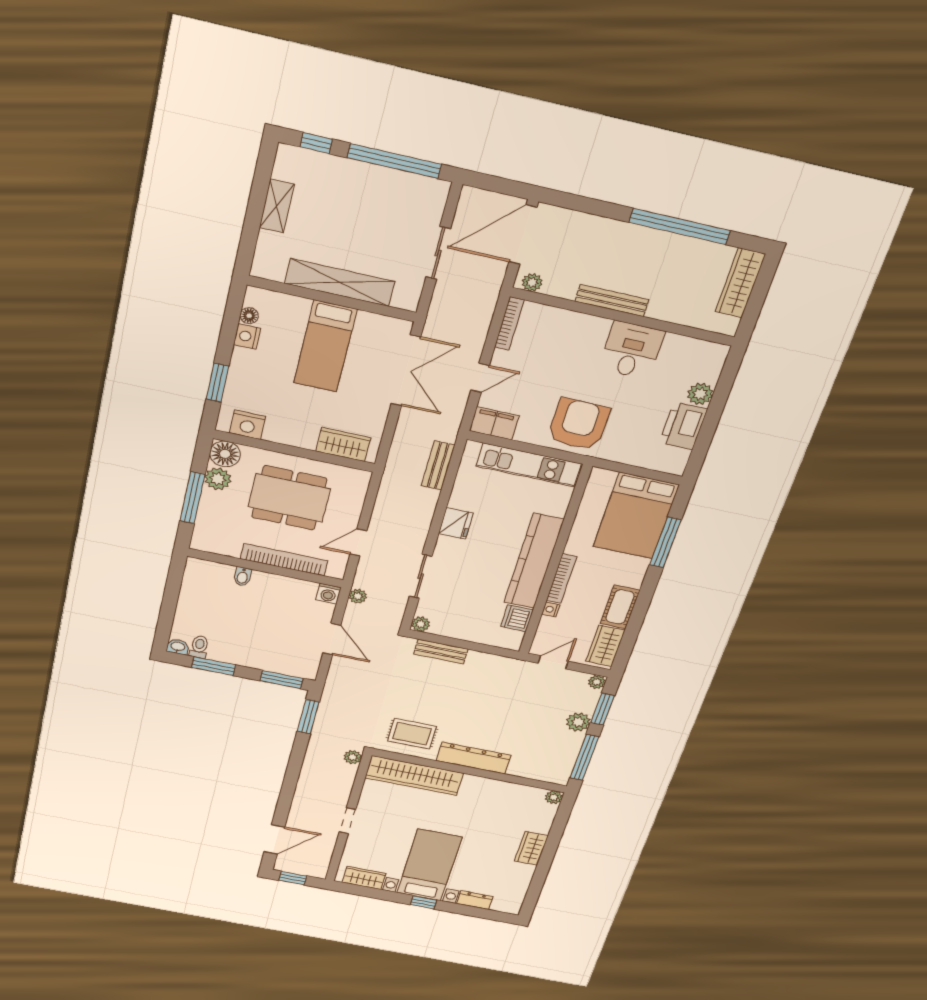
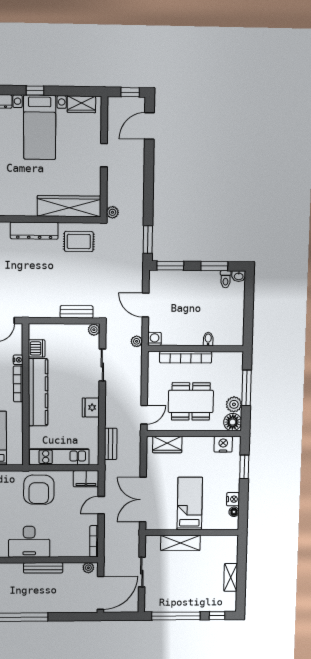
shelving: (340, 282) -> (180, 543), width x0.68
desk: (632, 350) -> (29, 542), width x1.37
door: (358, 542) -> (144, 415), moved

